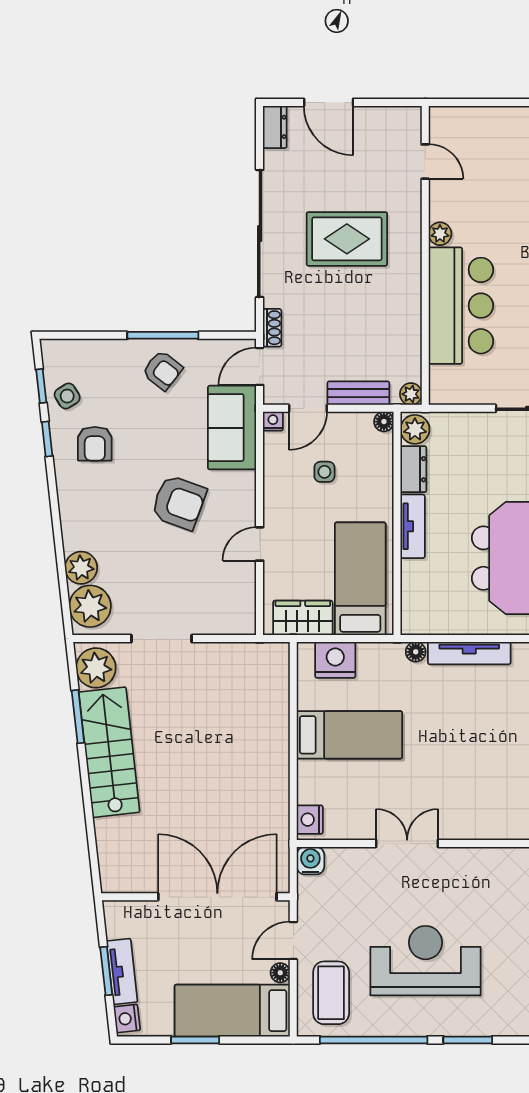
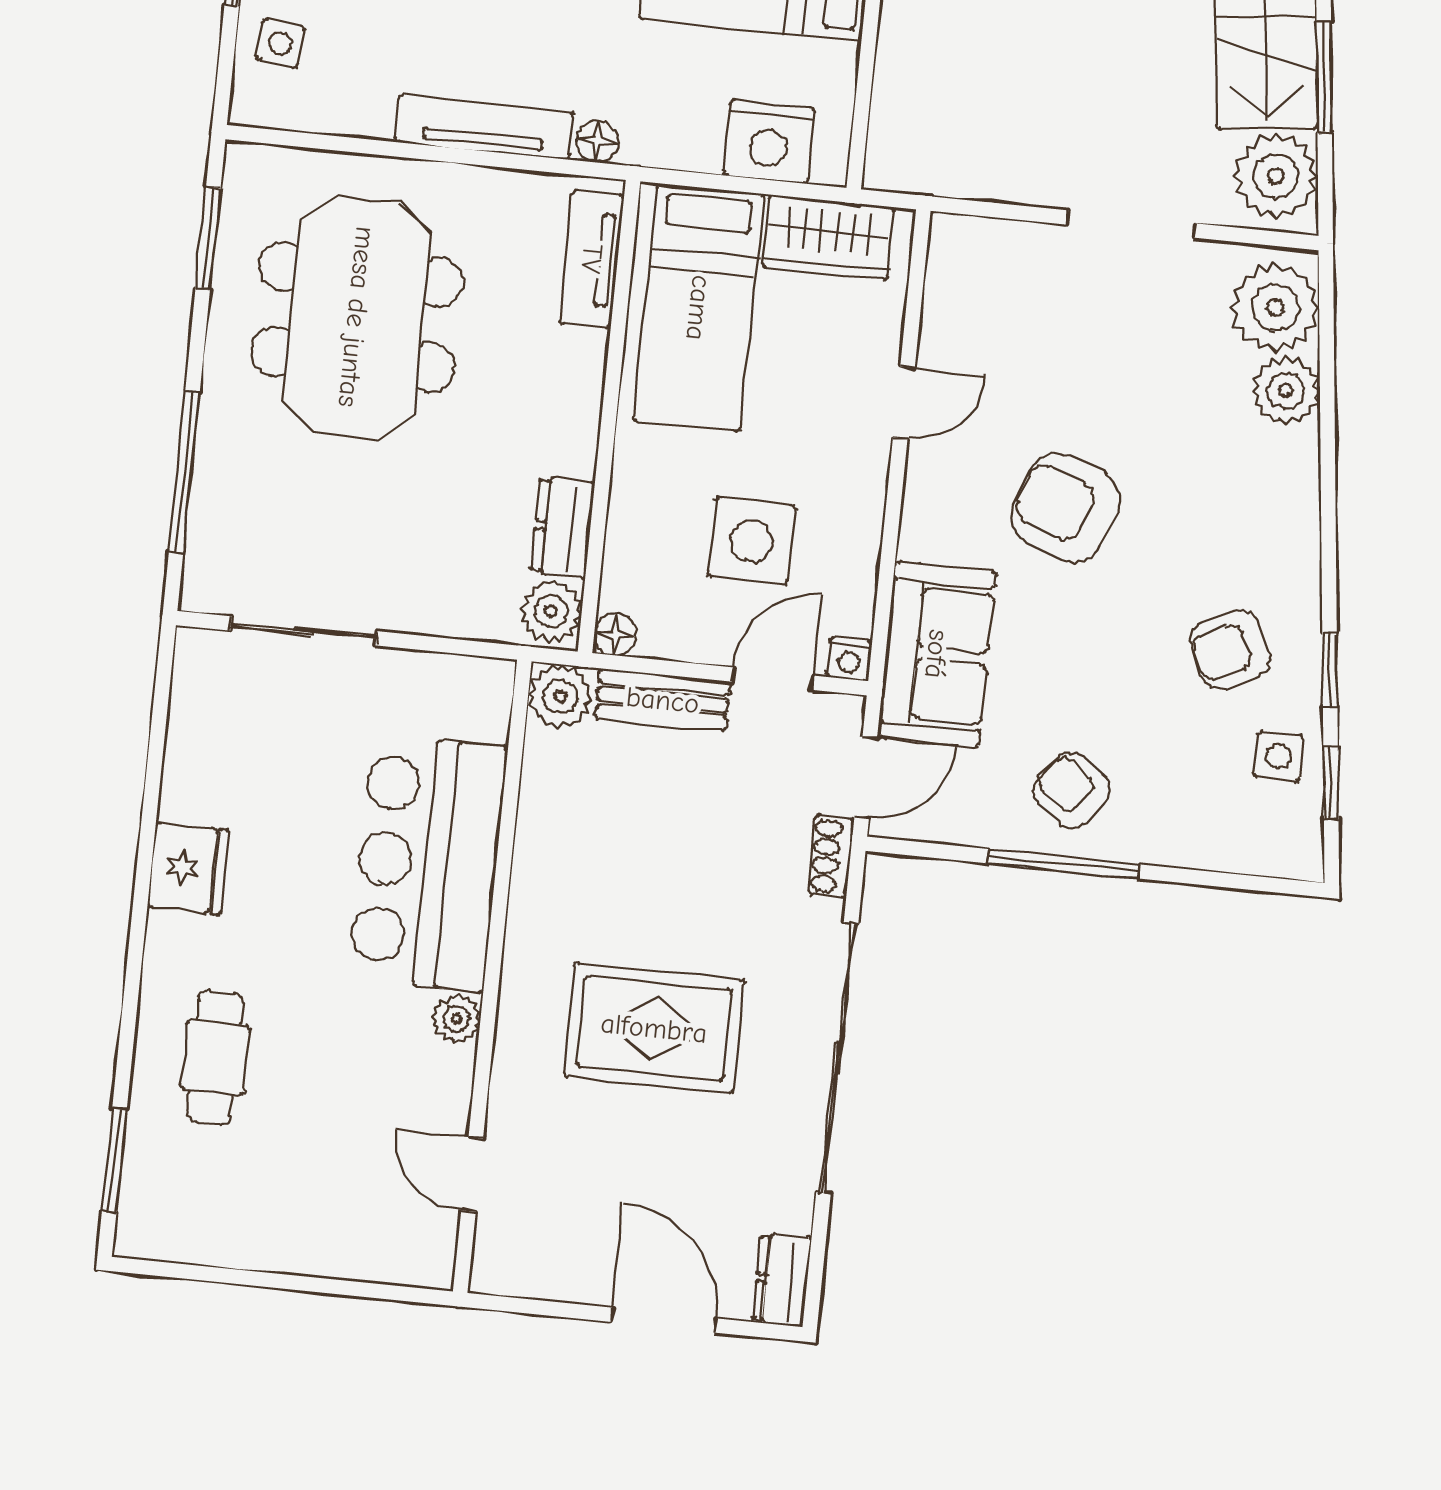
plant: (411, 394) -> (560, 696), width x1.38, depth x1.38
side table: (67, 396) -> (1278, 756), turned 32
armchair: (95, 444) -> (1230, 650), turned -115
side table: (324, 472) -> (751, 541), width x1.87, depth x1.87
tv unit: (413, 526) -> (592, 259), moved

